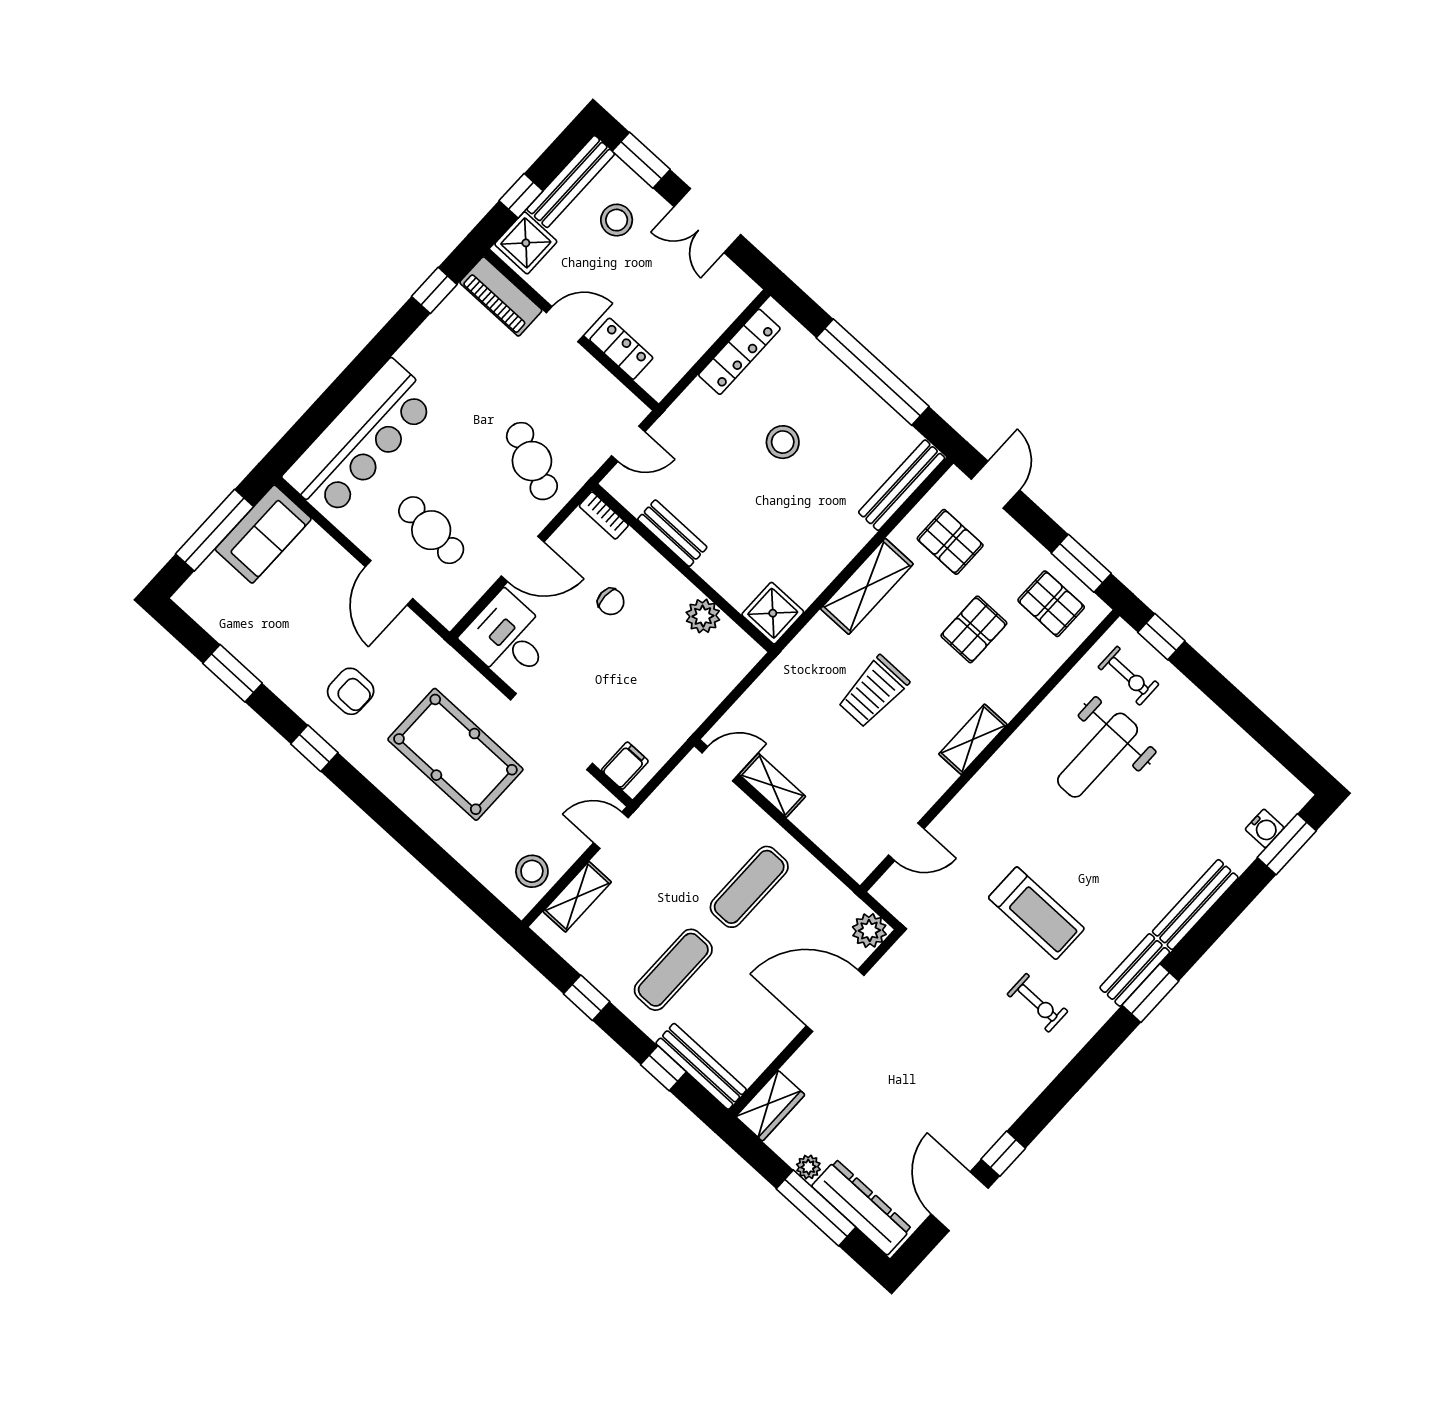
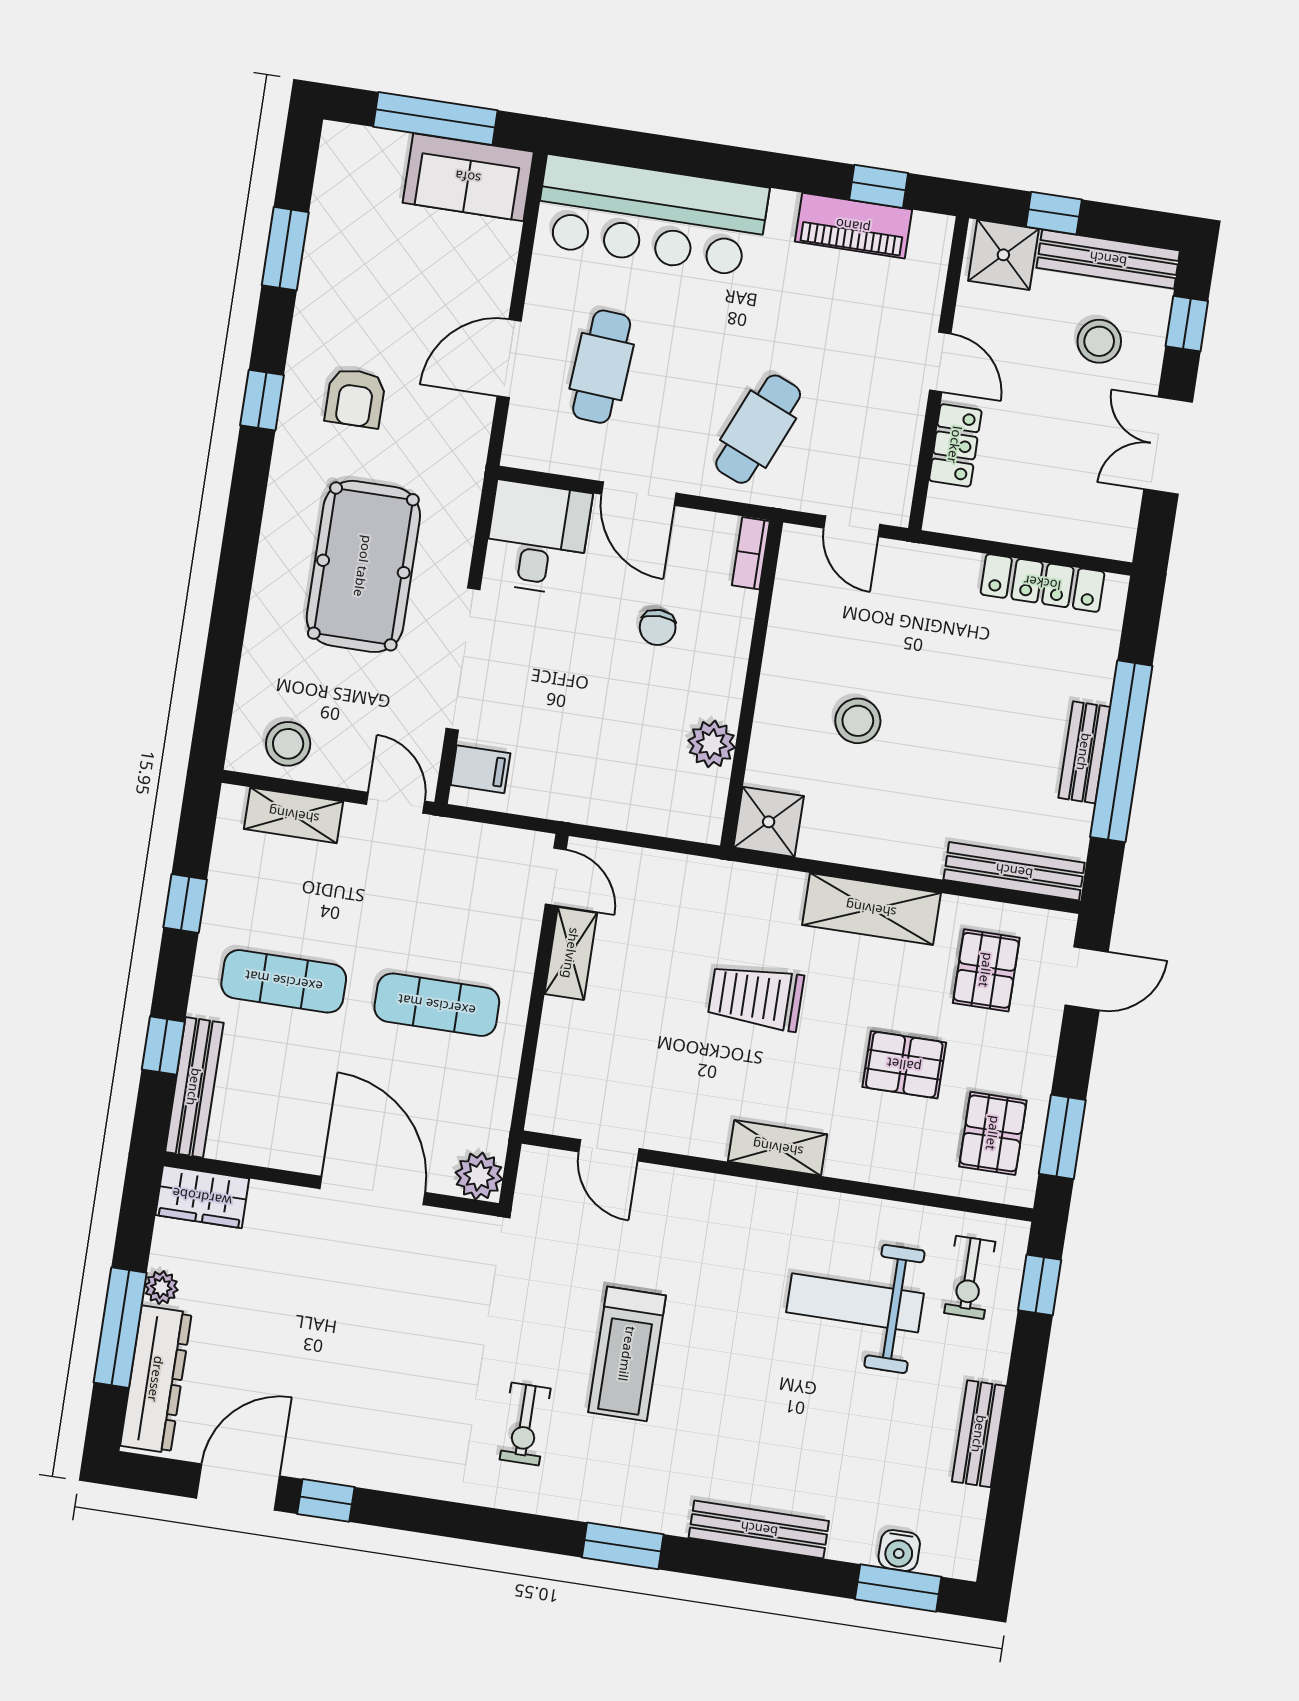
window: (641, 160) -> (1187, 324), width x0.67
piano: (501, 296) -> (853, 226), moved, turned -90
stool: (783, 442) -> (858, 721), moved
bench: (672, 533) -> (1084, 752), moved
bench: (1135, 970) -> (979, 1434), moved, turned 90

